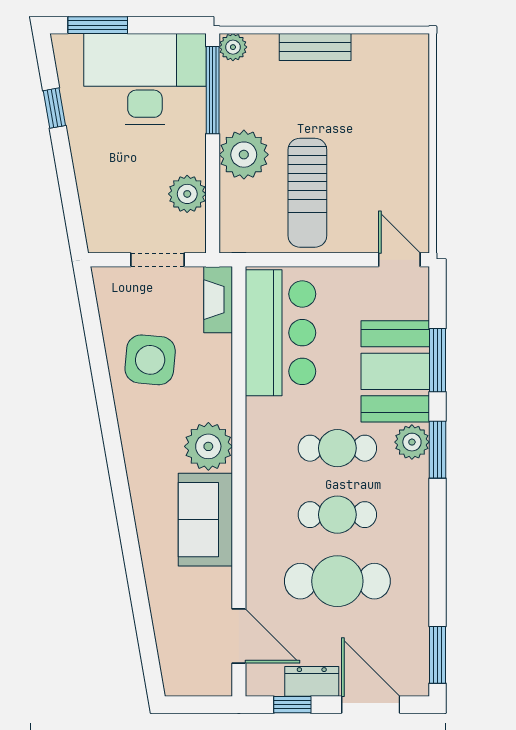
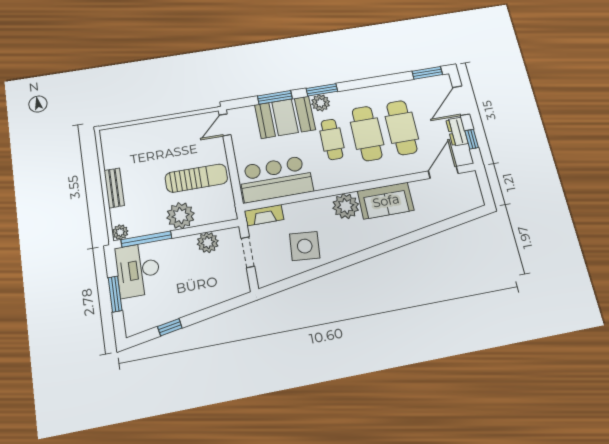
window: (98, 25) -> (115, 294), moved
desk: (145, 79) -> (138, 270), width x0.73, depth x0.77
cafe table: (337, 515) -> (367, 133), width x1.37, depth x1.35

